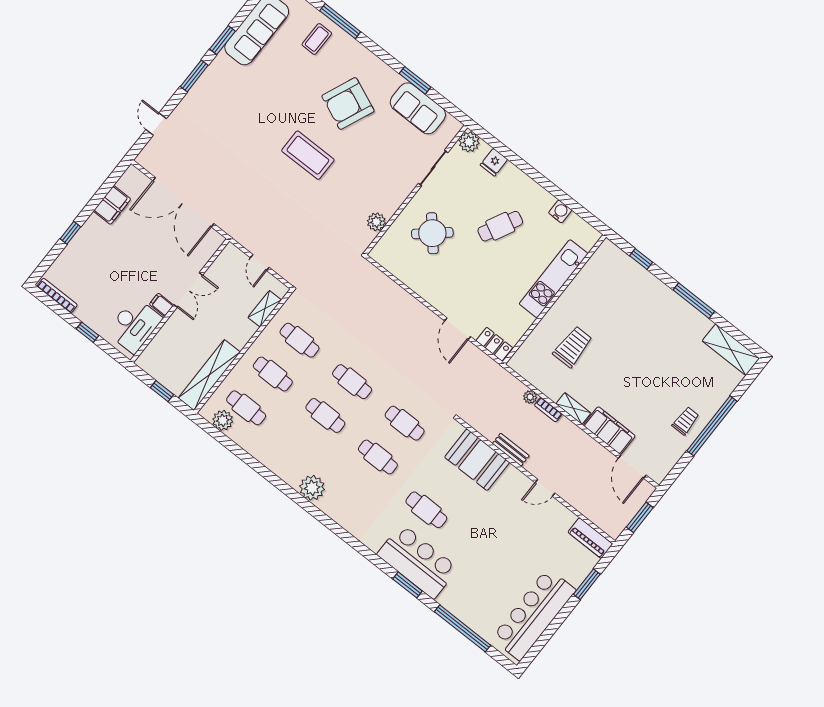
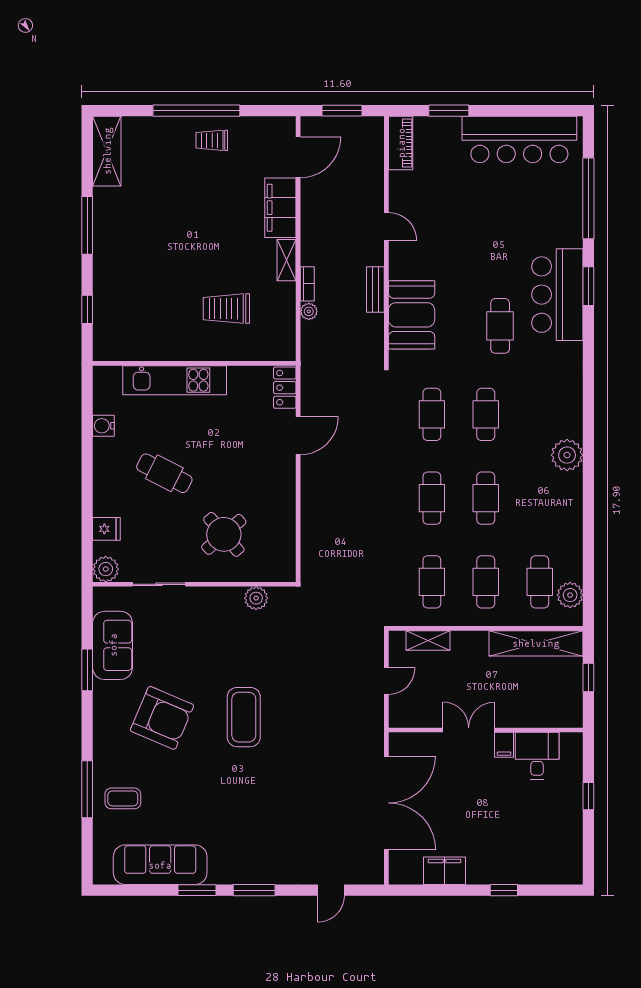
bookcase: (57, 296) -> (576, 854), removed
desk: (134, 325) -> (537, 756), width x0.73

